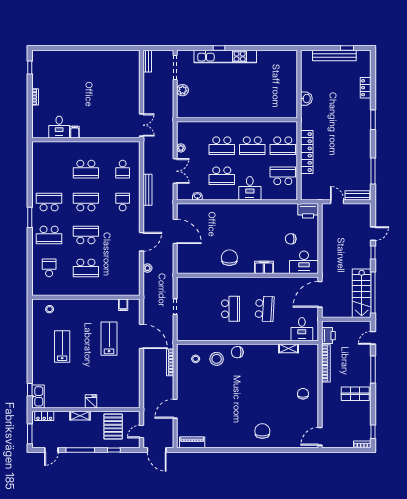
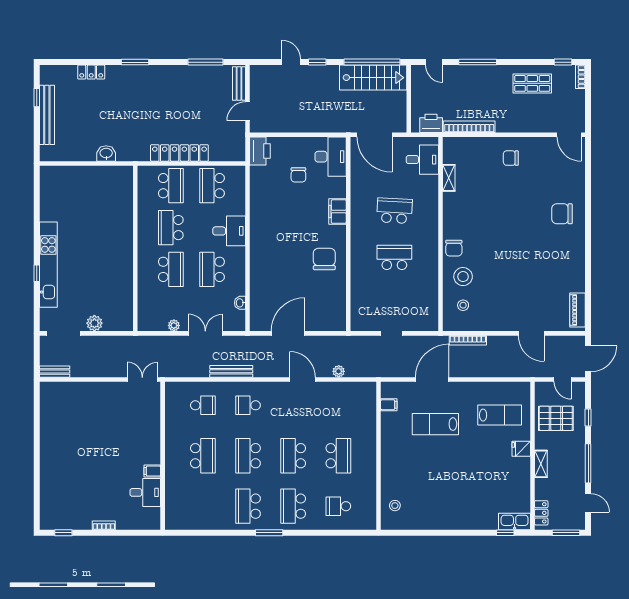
school desk: (252, 146) -> (171, 228), turned 180
school desk: (222, 176) -> (212, 269), turned 180
school desk: (49, 235) -> (293, 506), turned 180
chair: (229, 258) -> (324, 259), turned 90
lab bench: (62, 346) -> (500, 415), moved, turned 180
shop shelf: (355, 394) -> (532, 83), moved, turned 90

